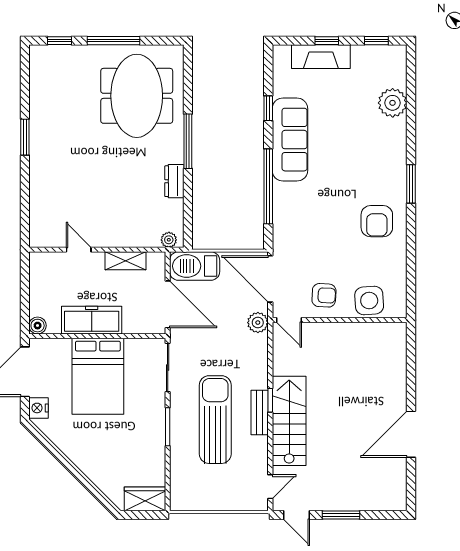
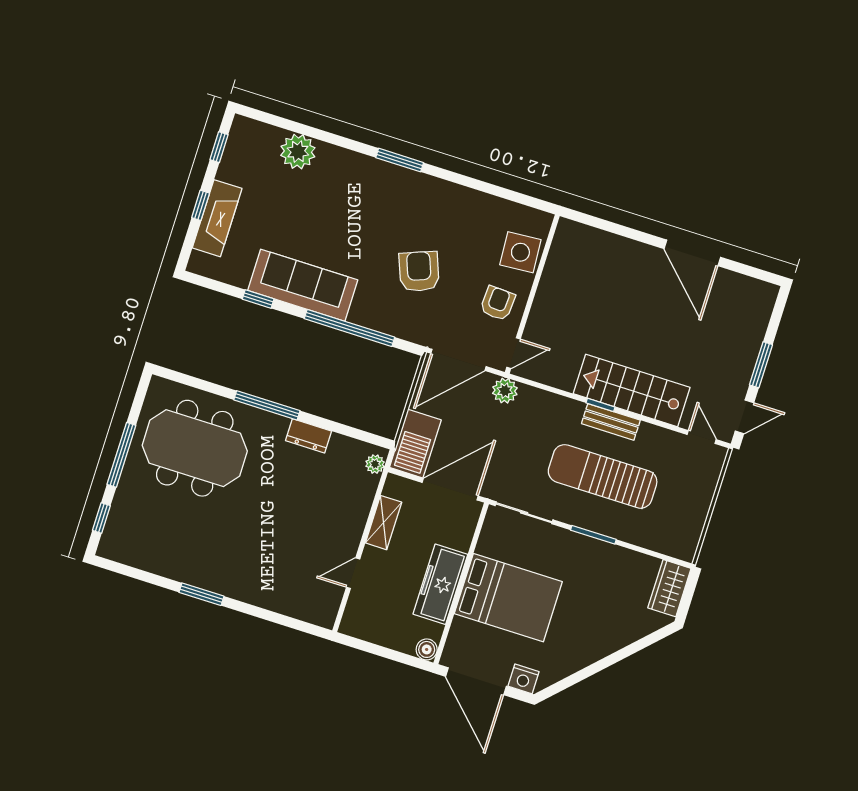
armchair: (377, 221) -> (419, 271), moved, turned -111

